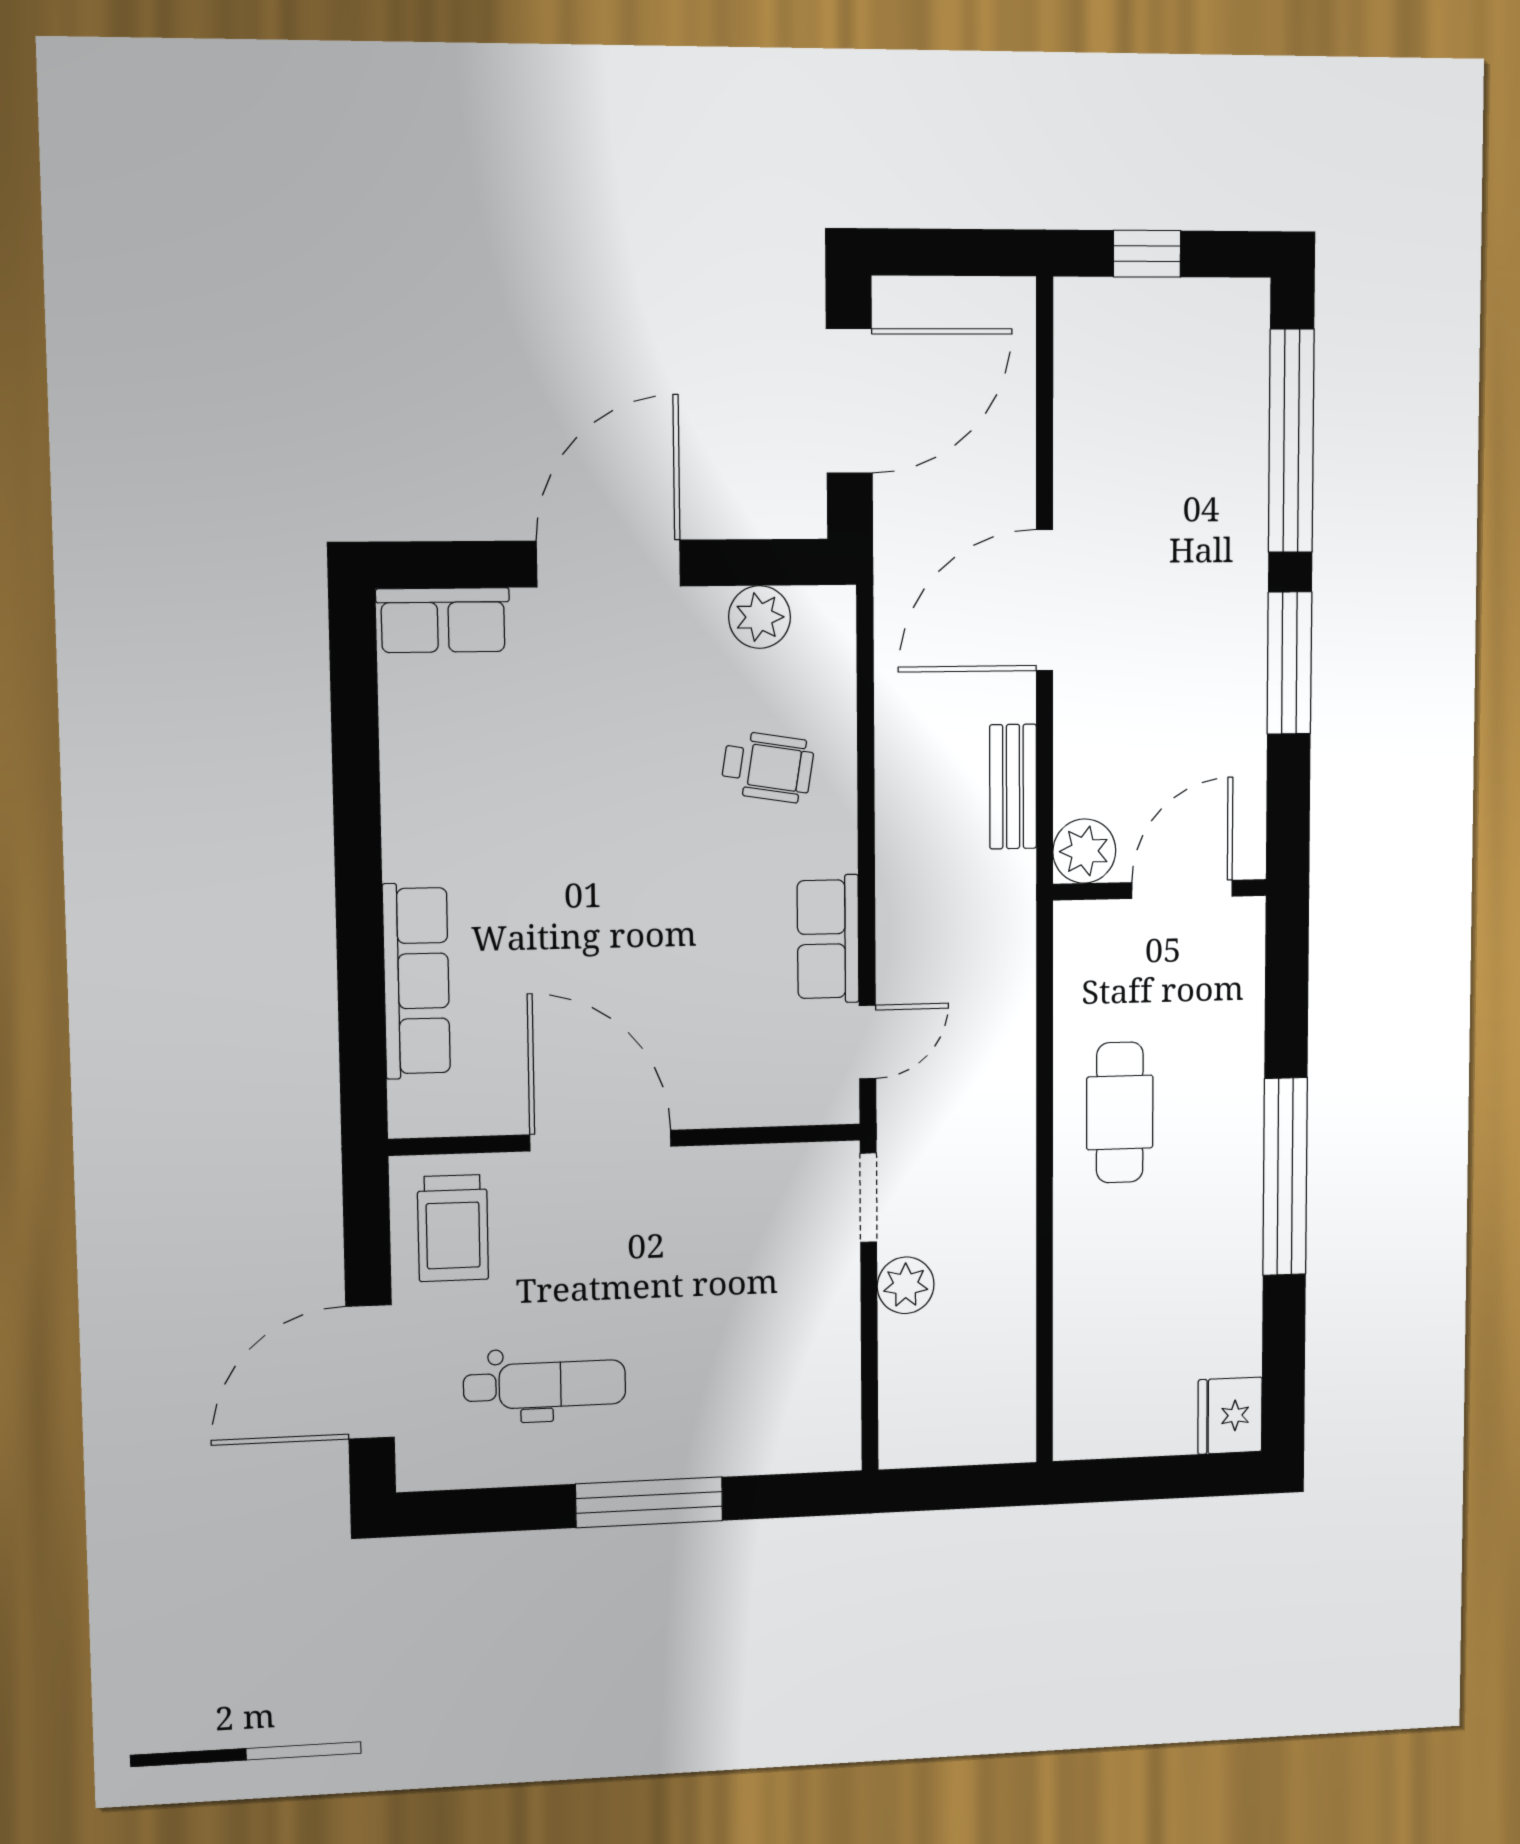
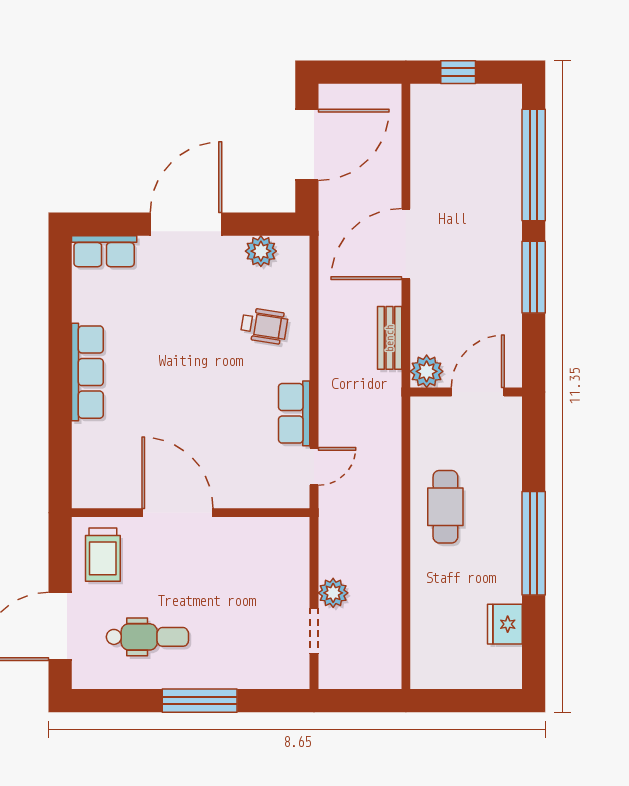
row of seats: (416, 981) -> (87, 372), moved
doorway: (868, 1198) -> (314, 631), moved
fridge: (1230, 1416) -> (505, 624), moved

